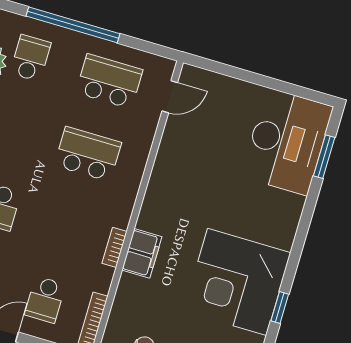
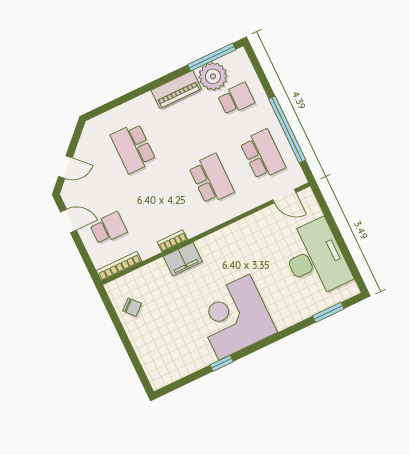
window: (73, 25) -> (287, 130), moved
desk: (287, 142) -> (316, 259), moved, turned -90
corner desk: (237, 282) -> (234, 317), moved
school desk: (45, 300) -> (108, 228), turned 180

